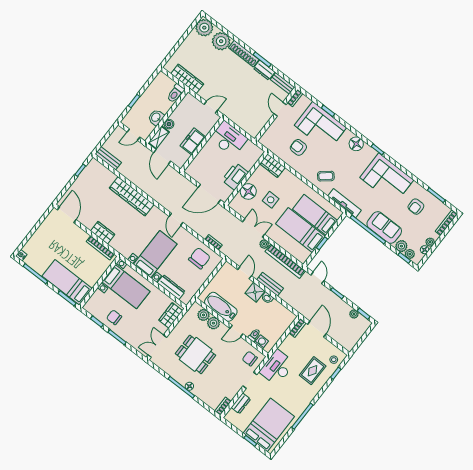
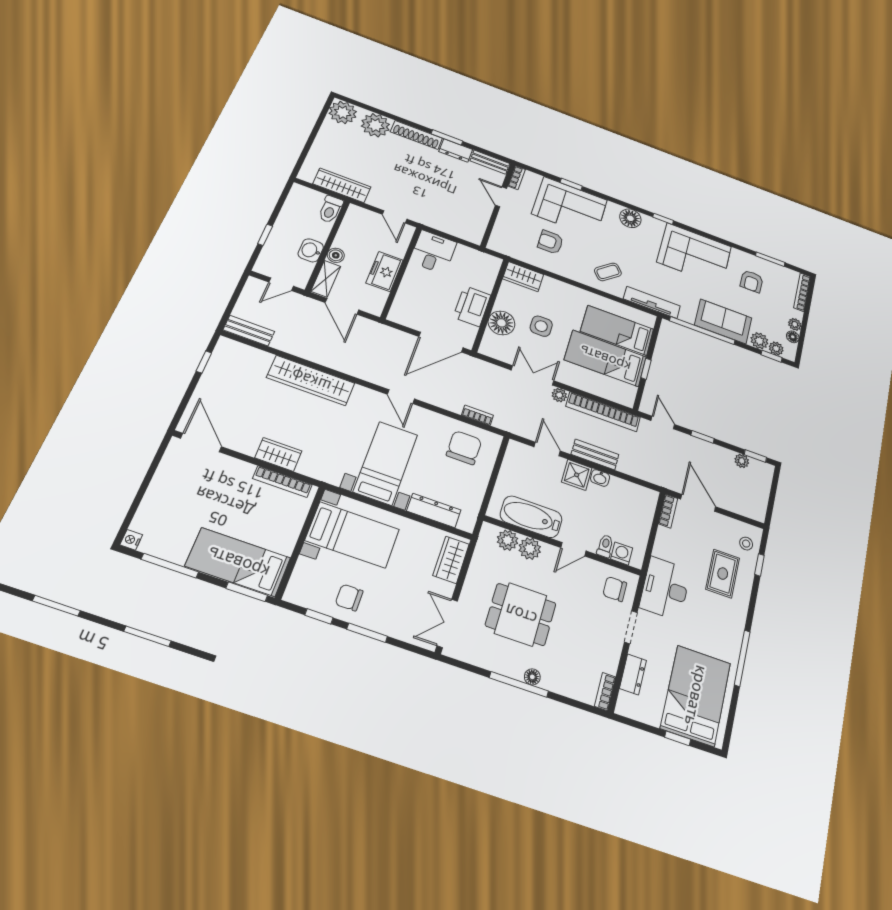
door: (211, 107) -> (395, 217), swing flipped
desk: (229, 139) -> (433, 252), width x0.73

